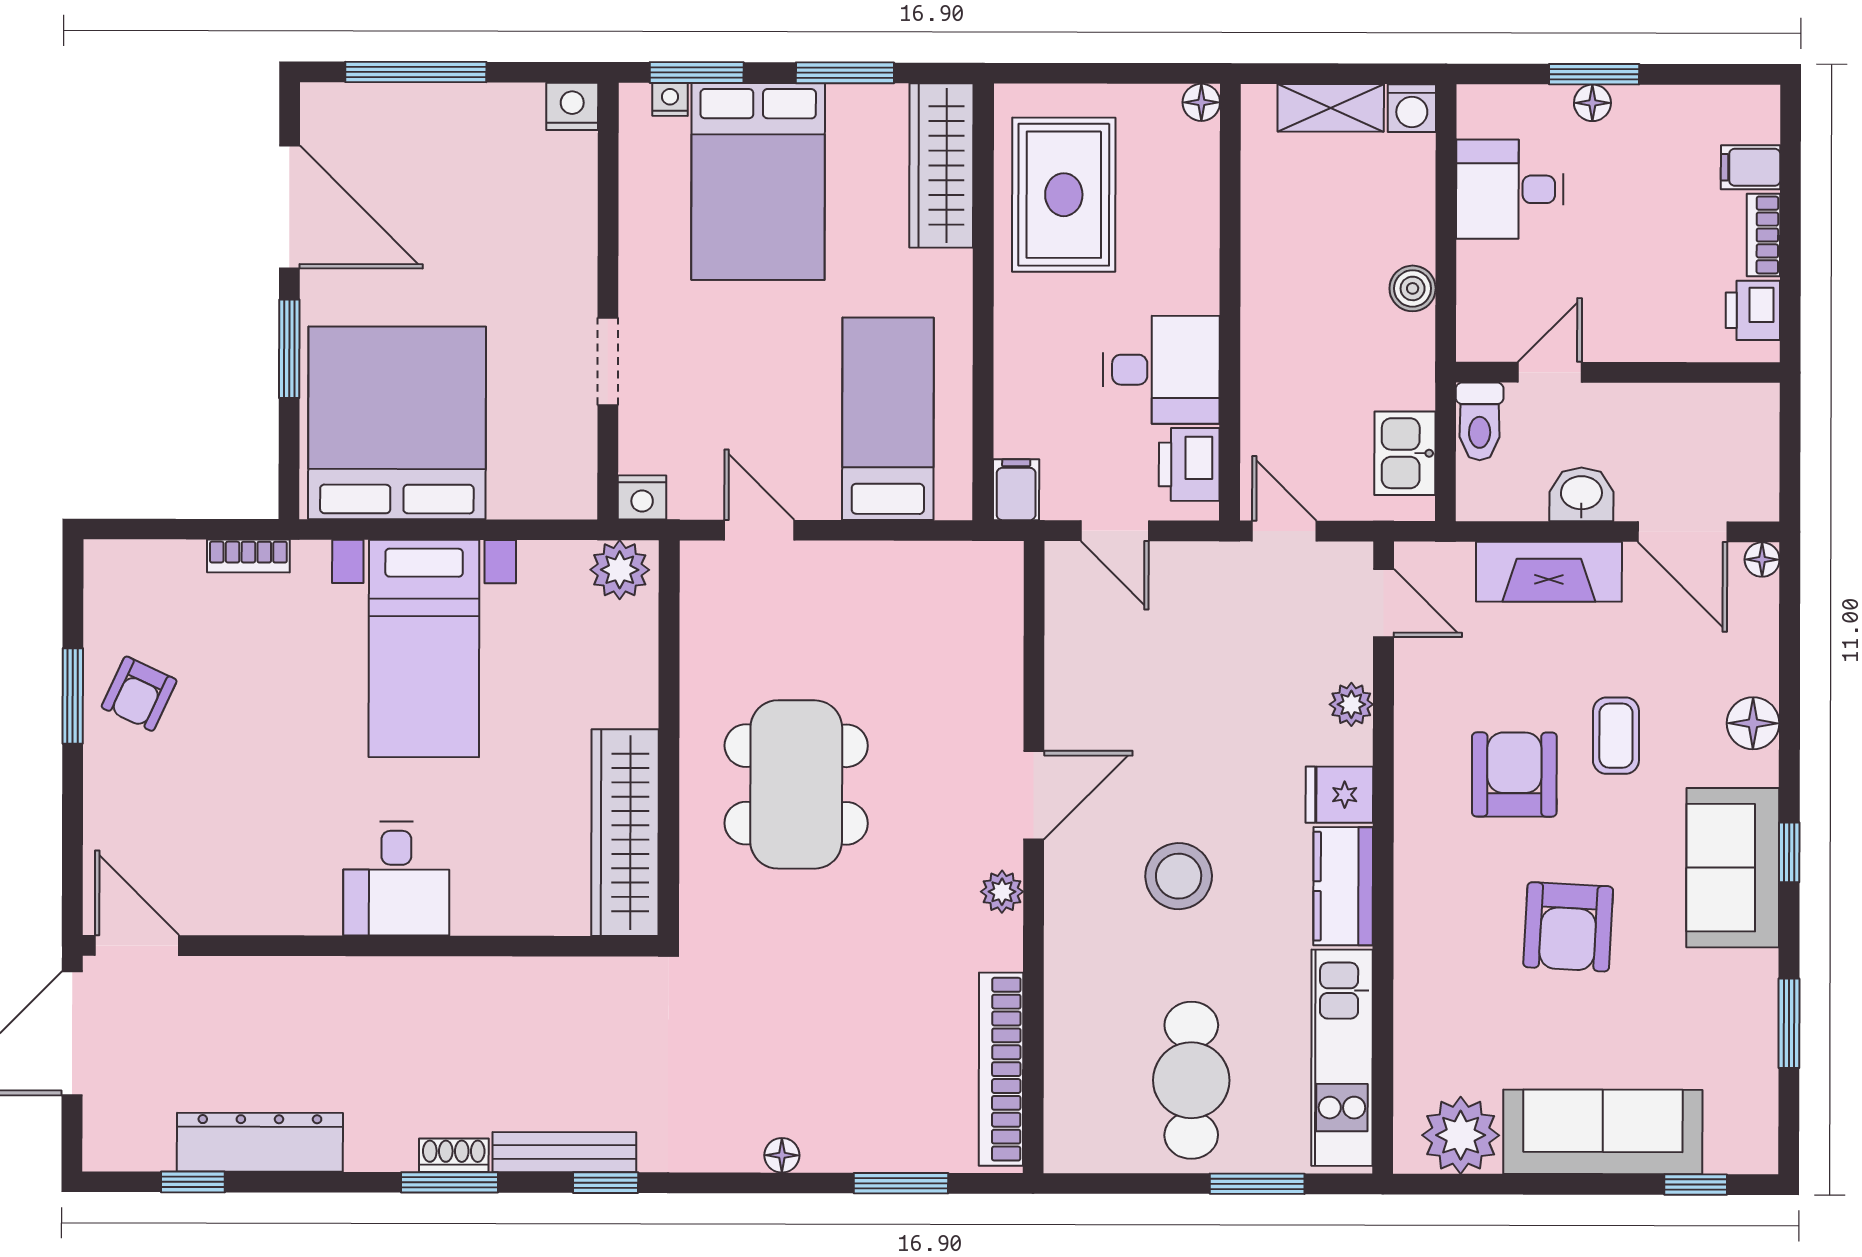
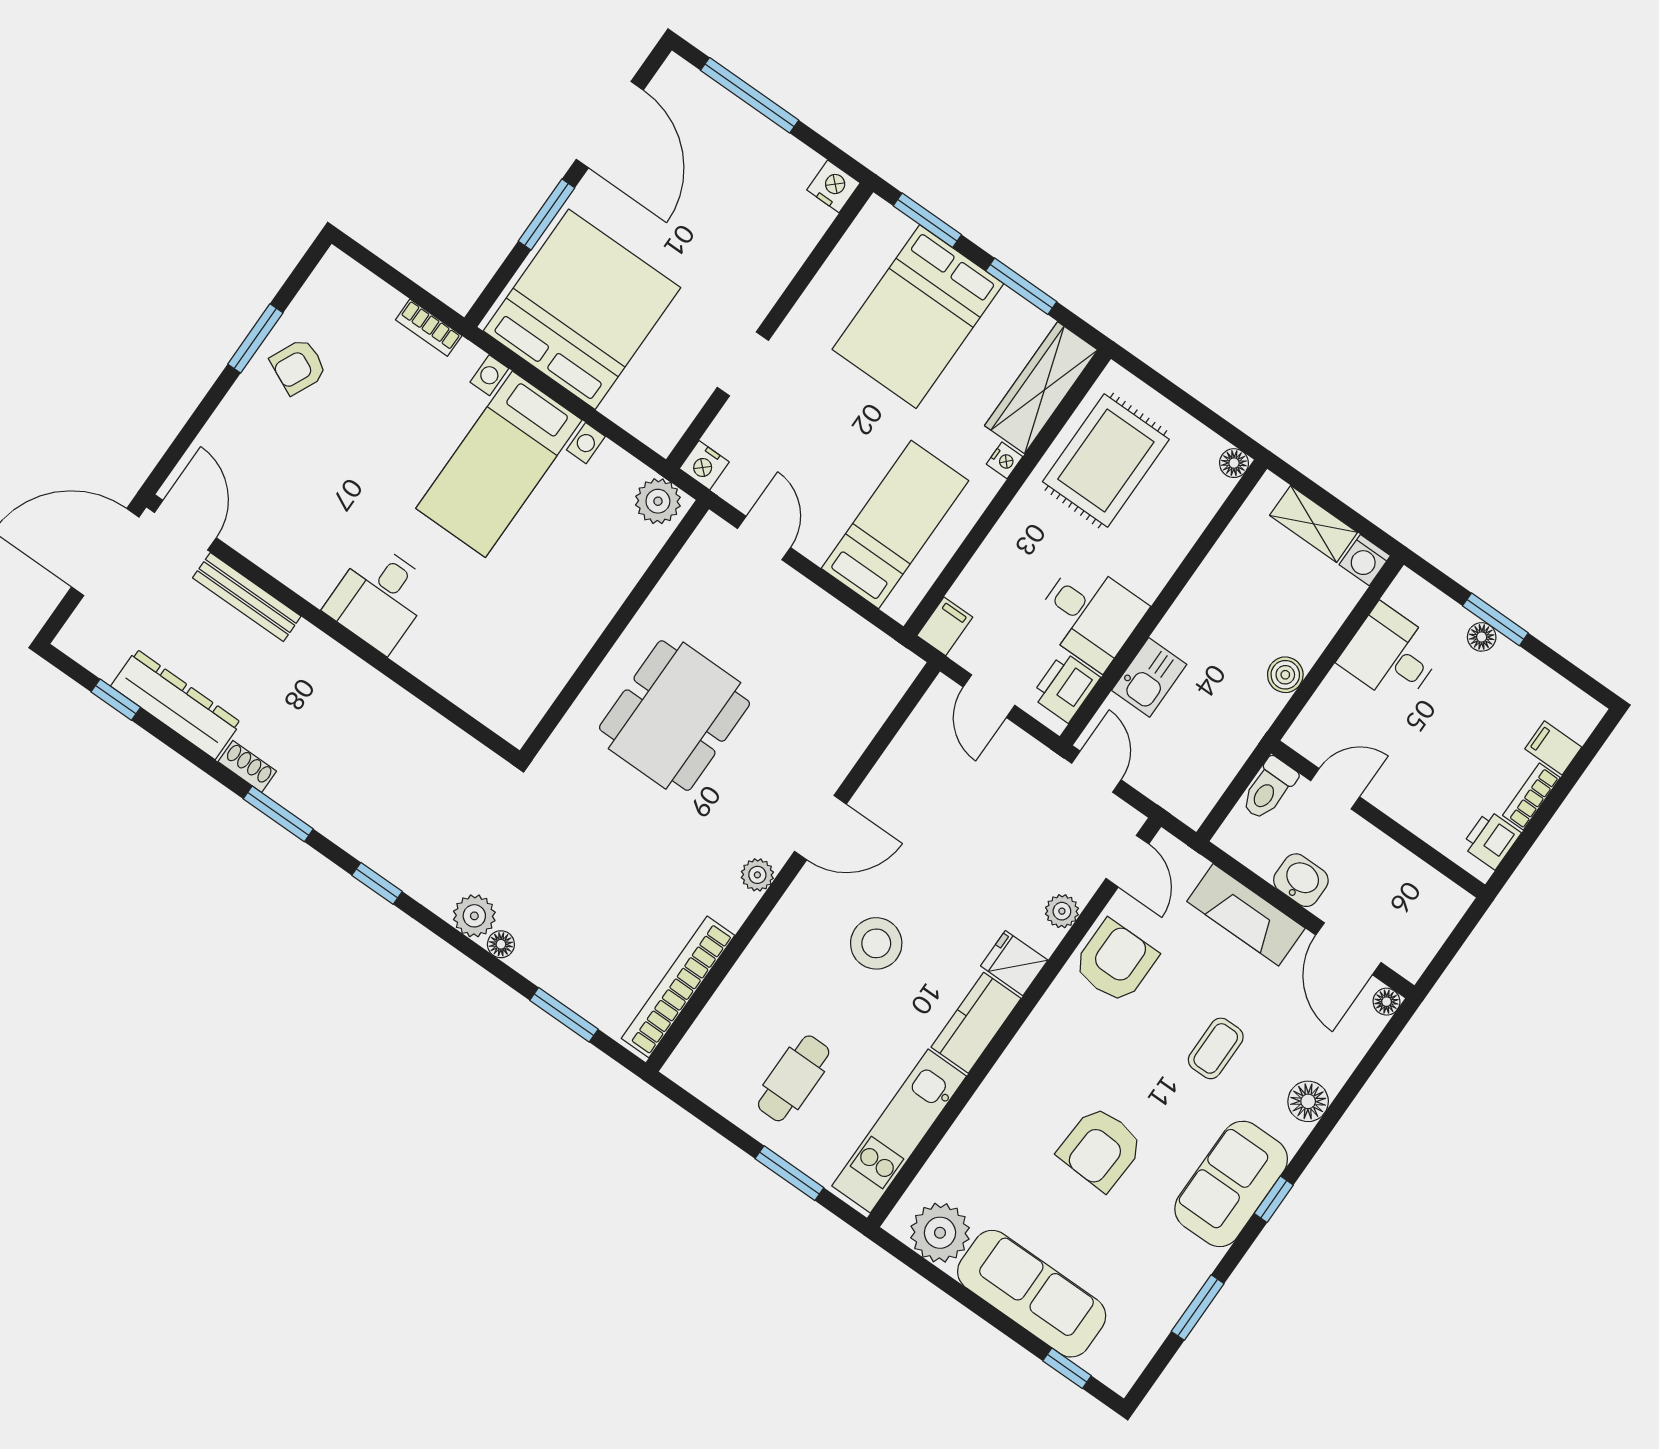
nightstand: (670, 99) -> (1005, 460), moved, turned 90
kitchen sink: (1405, 453) -> (1149, 677), moved, turned 180
armchair: (1514, 775) -> (1115, 962), moved
wardrobe: (625, 833) -> (545, 670), removed
cafe table: (1191, 1080) -> (794, 1078), width x0.73, depth x0.74
plant: (733, 1145) -> (474, 916), added
bench: (564, 1152) -> (247, 597), moved
shoe rack: (454, 1155) -> (247, 766), moved

